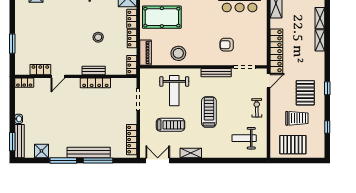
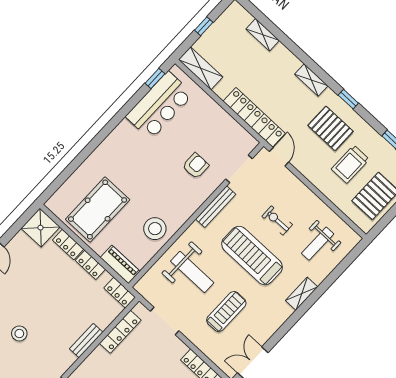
stool: (98, 37) -> (19, 333), moved
shelving: (320, 40) -> (311, 80), moved
armchair: (227, 45) -> (196, 166), turned 180
locker: (95, 83) -> (120, 332), moved
exercise bike: (257, 108) -> (277, 220), moved
treadmill: (209, 112) -> (252, 256), width x1.37, depth x1.38
trolley: (297, 118) -> (350, 164), turned 180
shelving: (191, 153) -> (302, 294), moved

